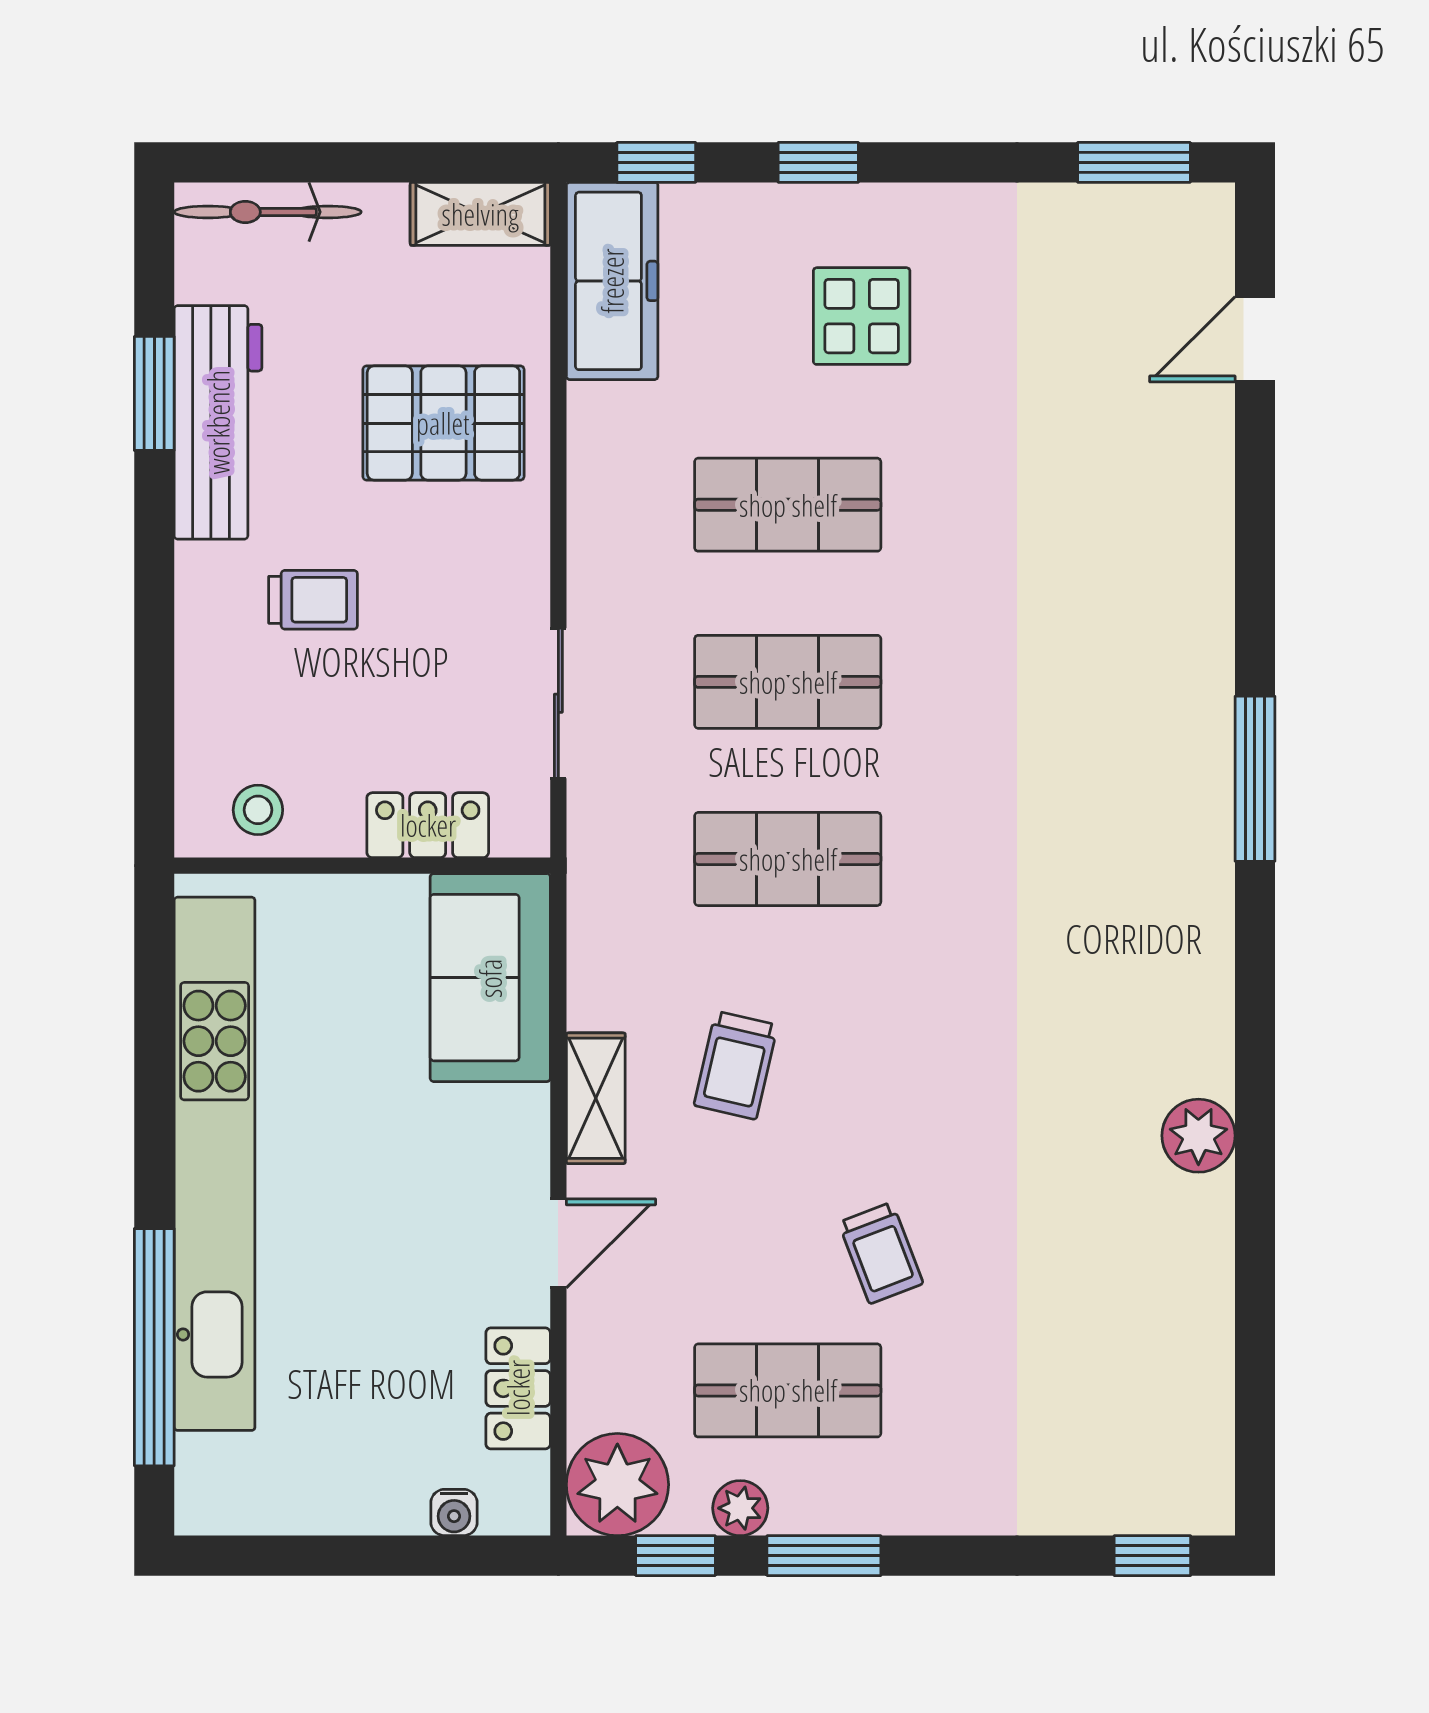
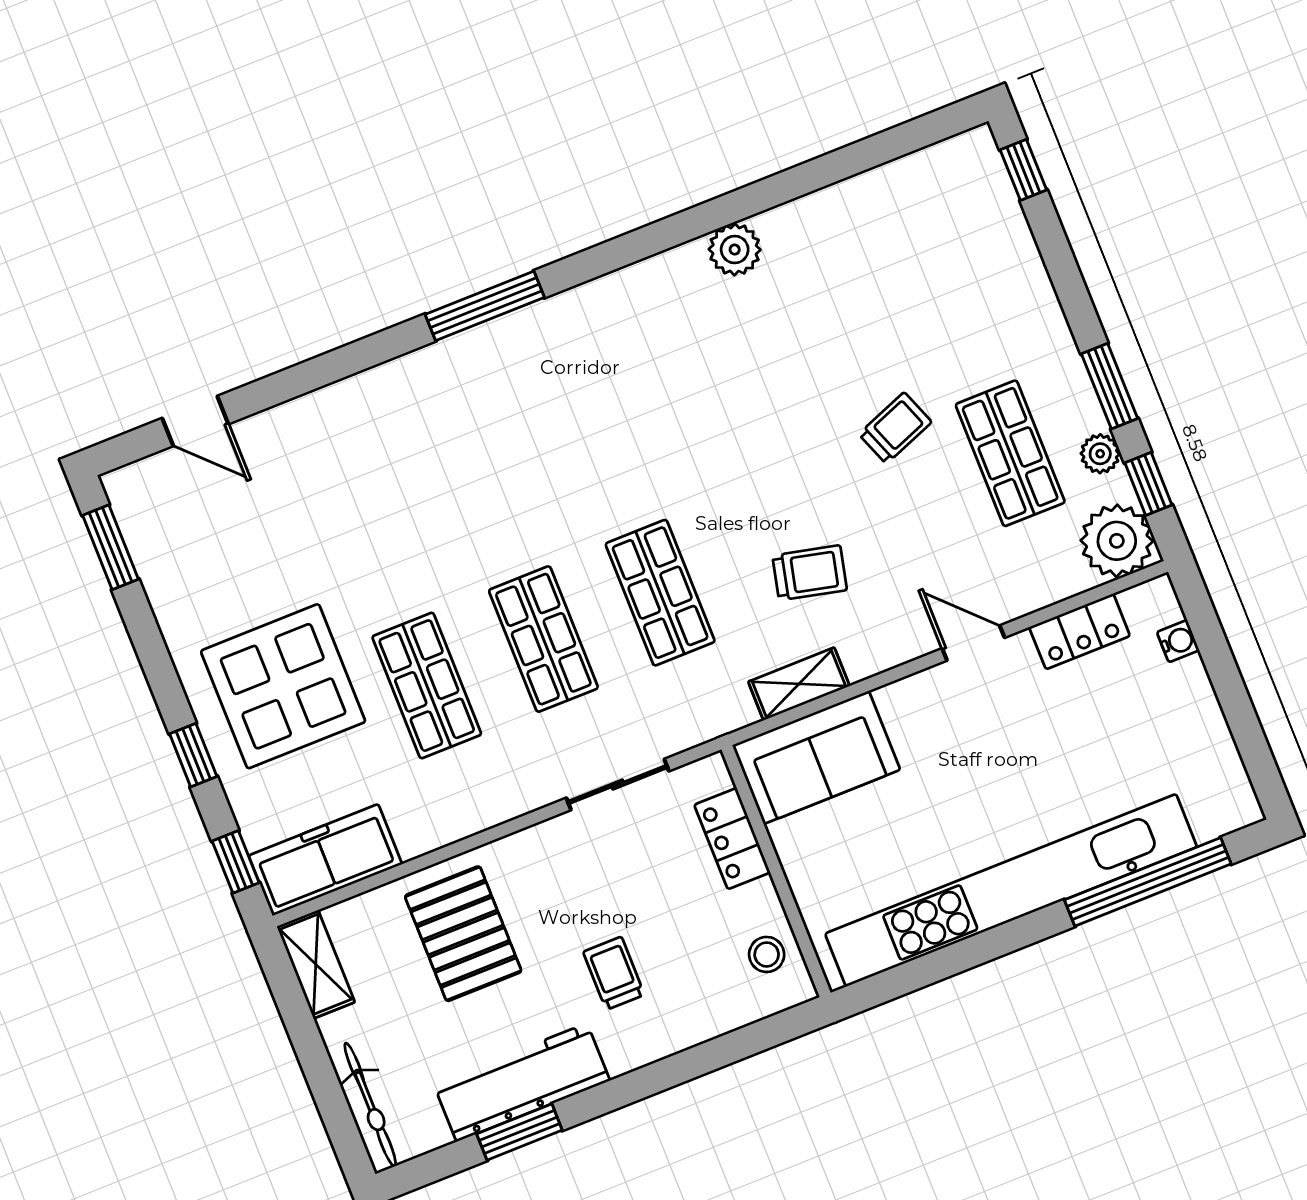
display table: (862, 316) -> (283, 686), width x1.86, depth x1.86
shelving: (596, 1098) -> (799, 684), moved

